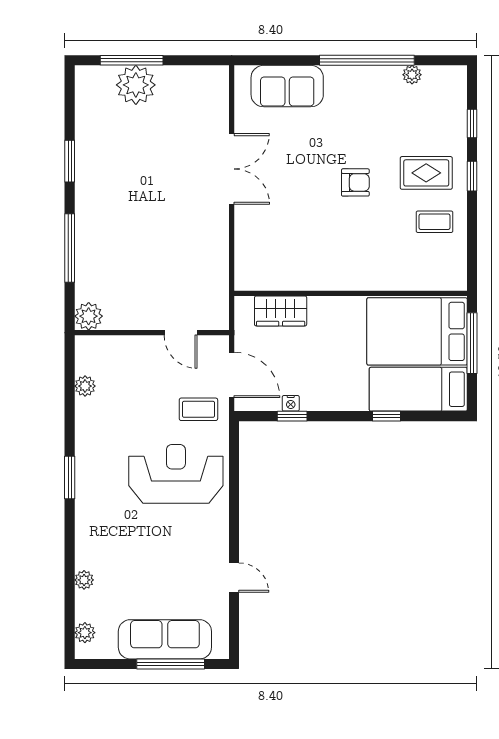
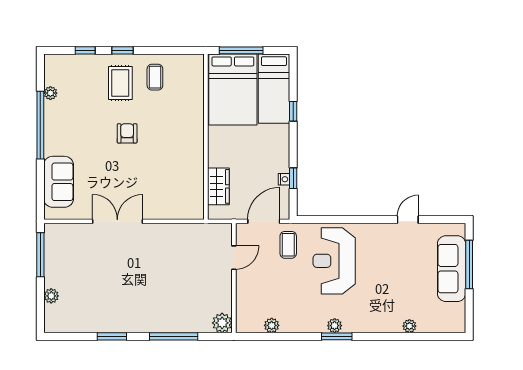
window: (132, 60) -> (40, 255), moved
plant: (136, 85) -> (51, 296), width x0.53, depth x0.53
plant: (85, 633) -> (335, 326), moved

